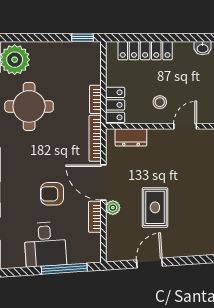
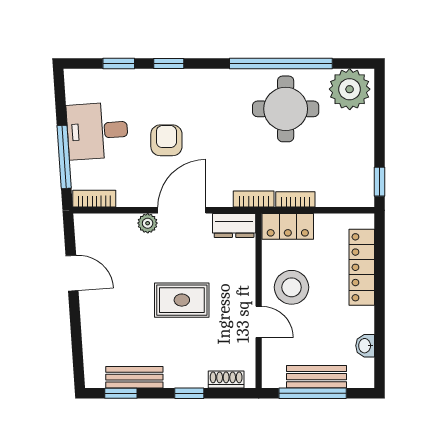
stool: (160, 102) -> (292, 287), width x1.89, depth x1.89
dresser: (131, 137) -> (234, 225), moved, turned -90
bookcase: (95, 138) -> (254, 199), width x0.64
rug: (155, 207) -> (182, 300), moved
bookcase: (95, 217) -> (94, 199), moved

